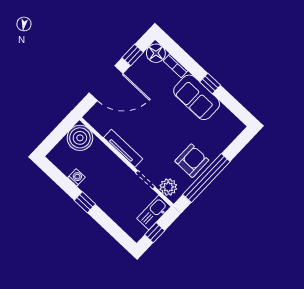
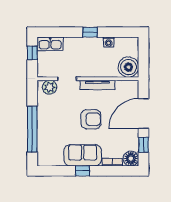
armchair: (192, 161) -> (91, 119), moved, turned -90
window: (206, 178) -> (32, 129), moved
kitchen sink: (154, 213) -> (50, 44), moved, turned 90

